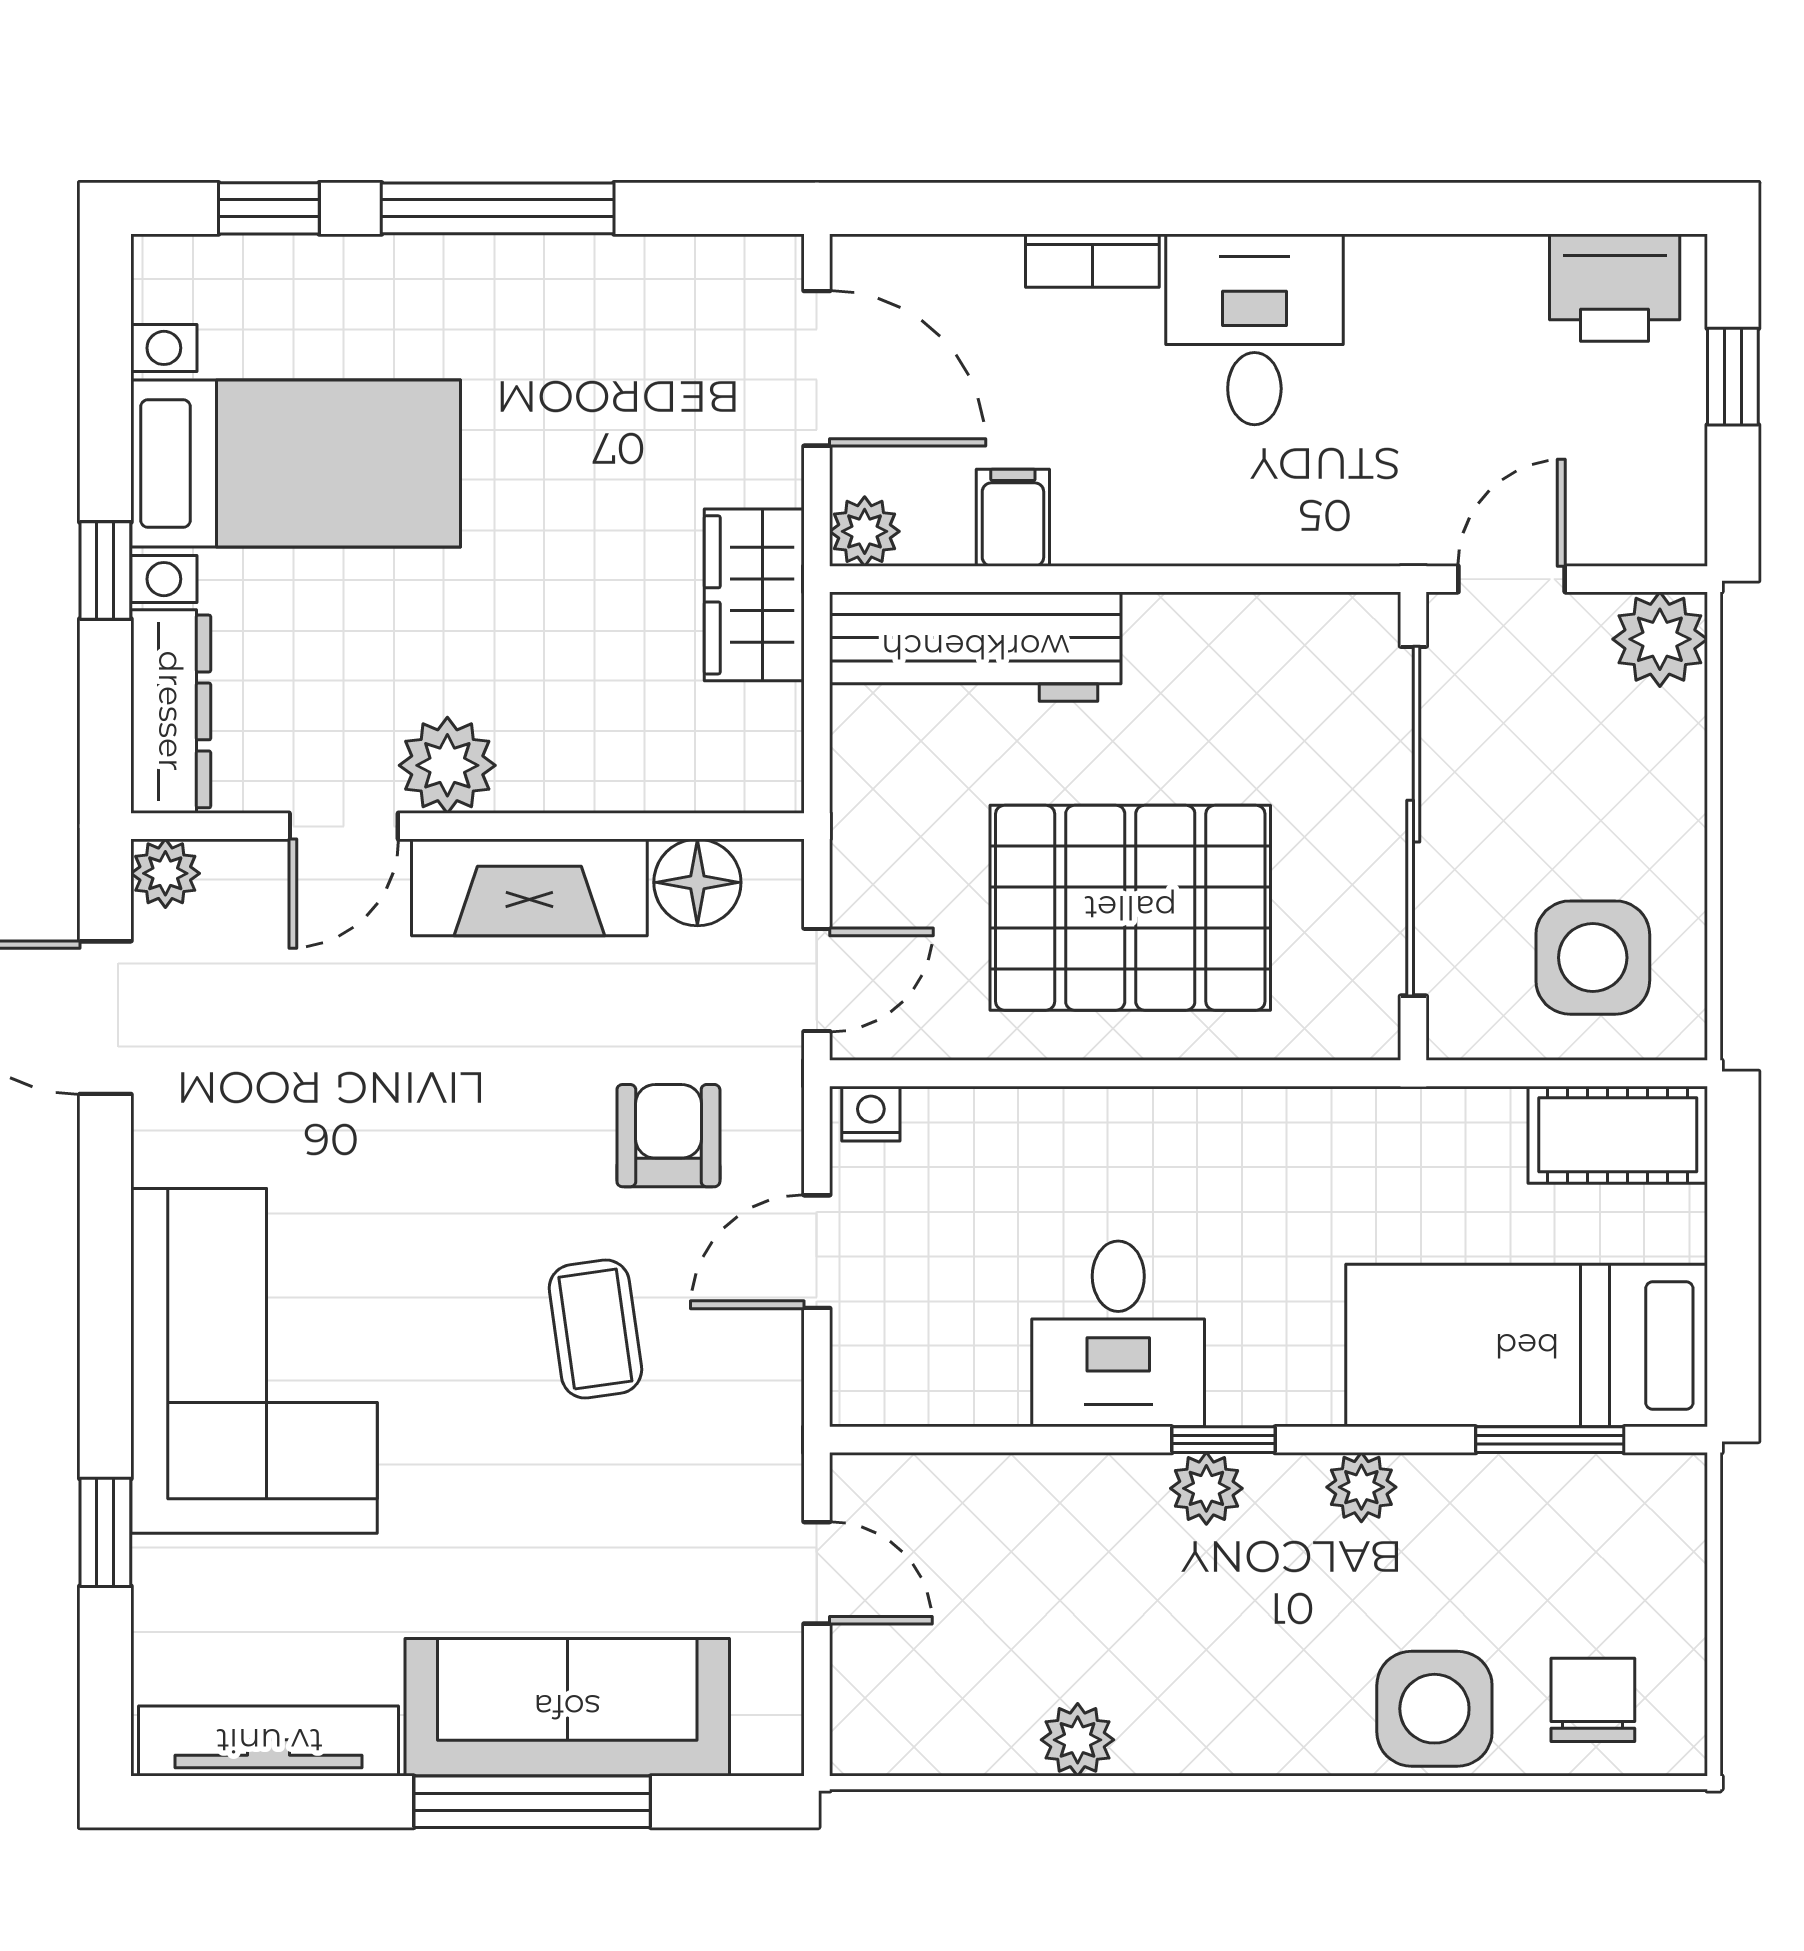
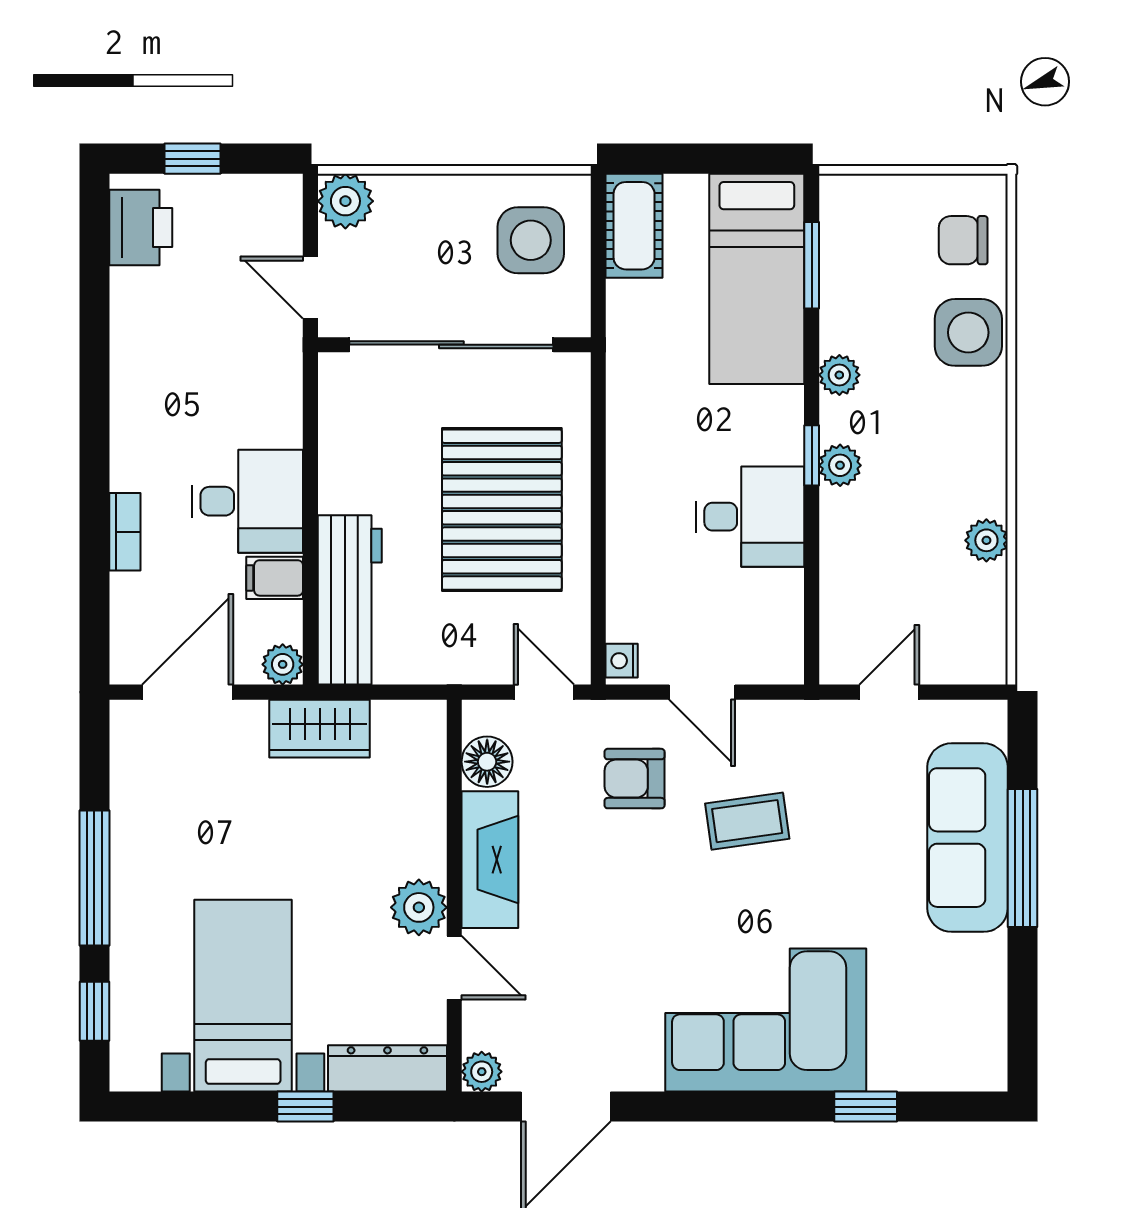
desk: (1254, 329) -> (247, 501), moved, turned 180
tv unit: (269, 1741) -> (987, 1012), removed

